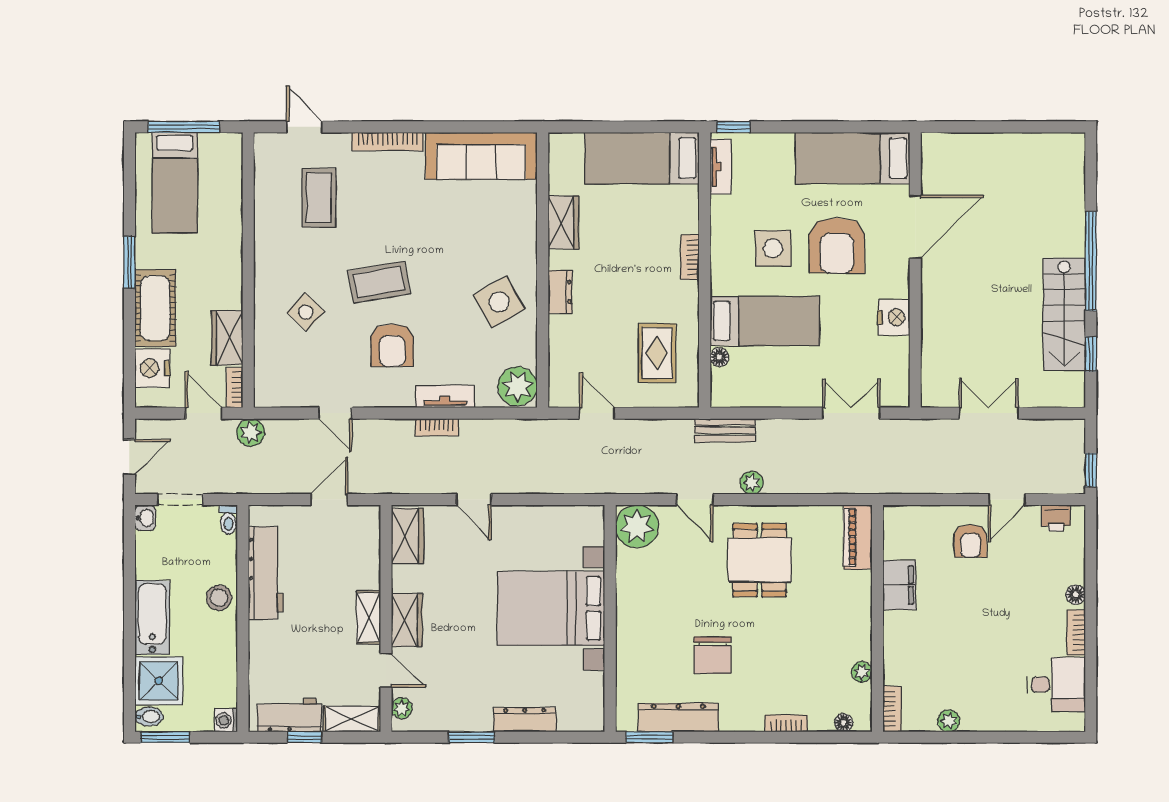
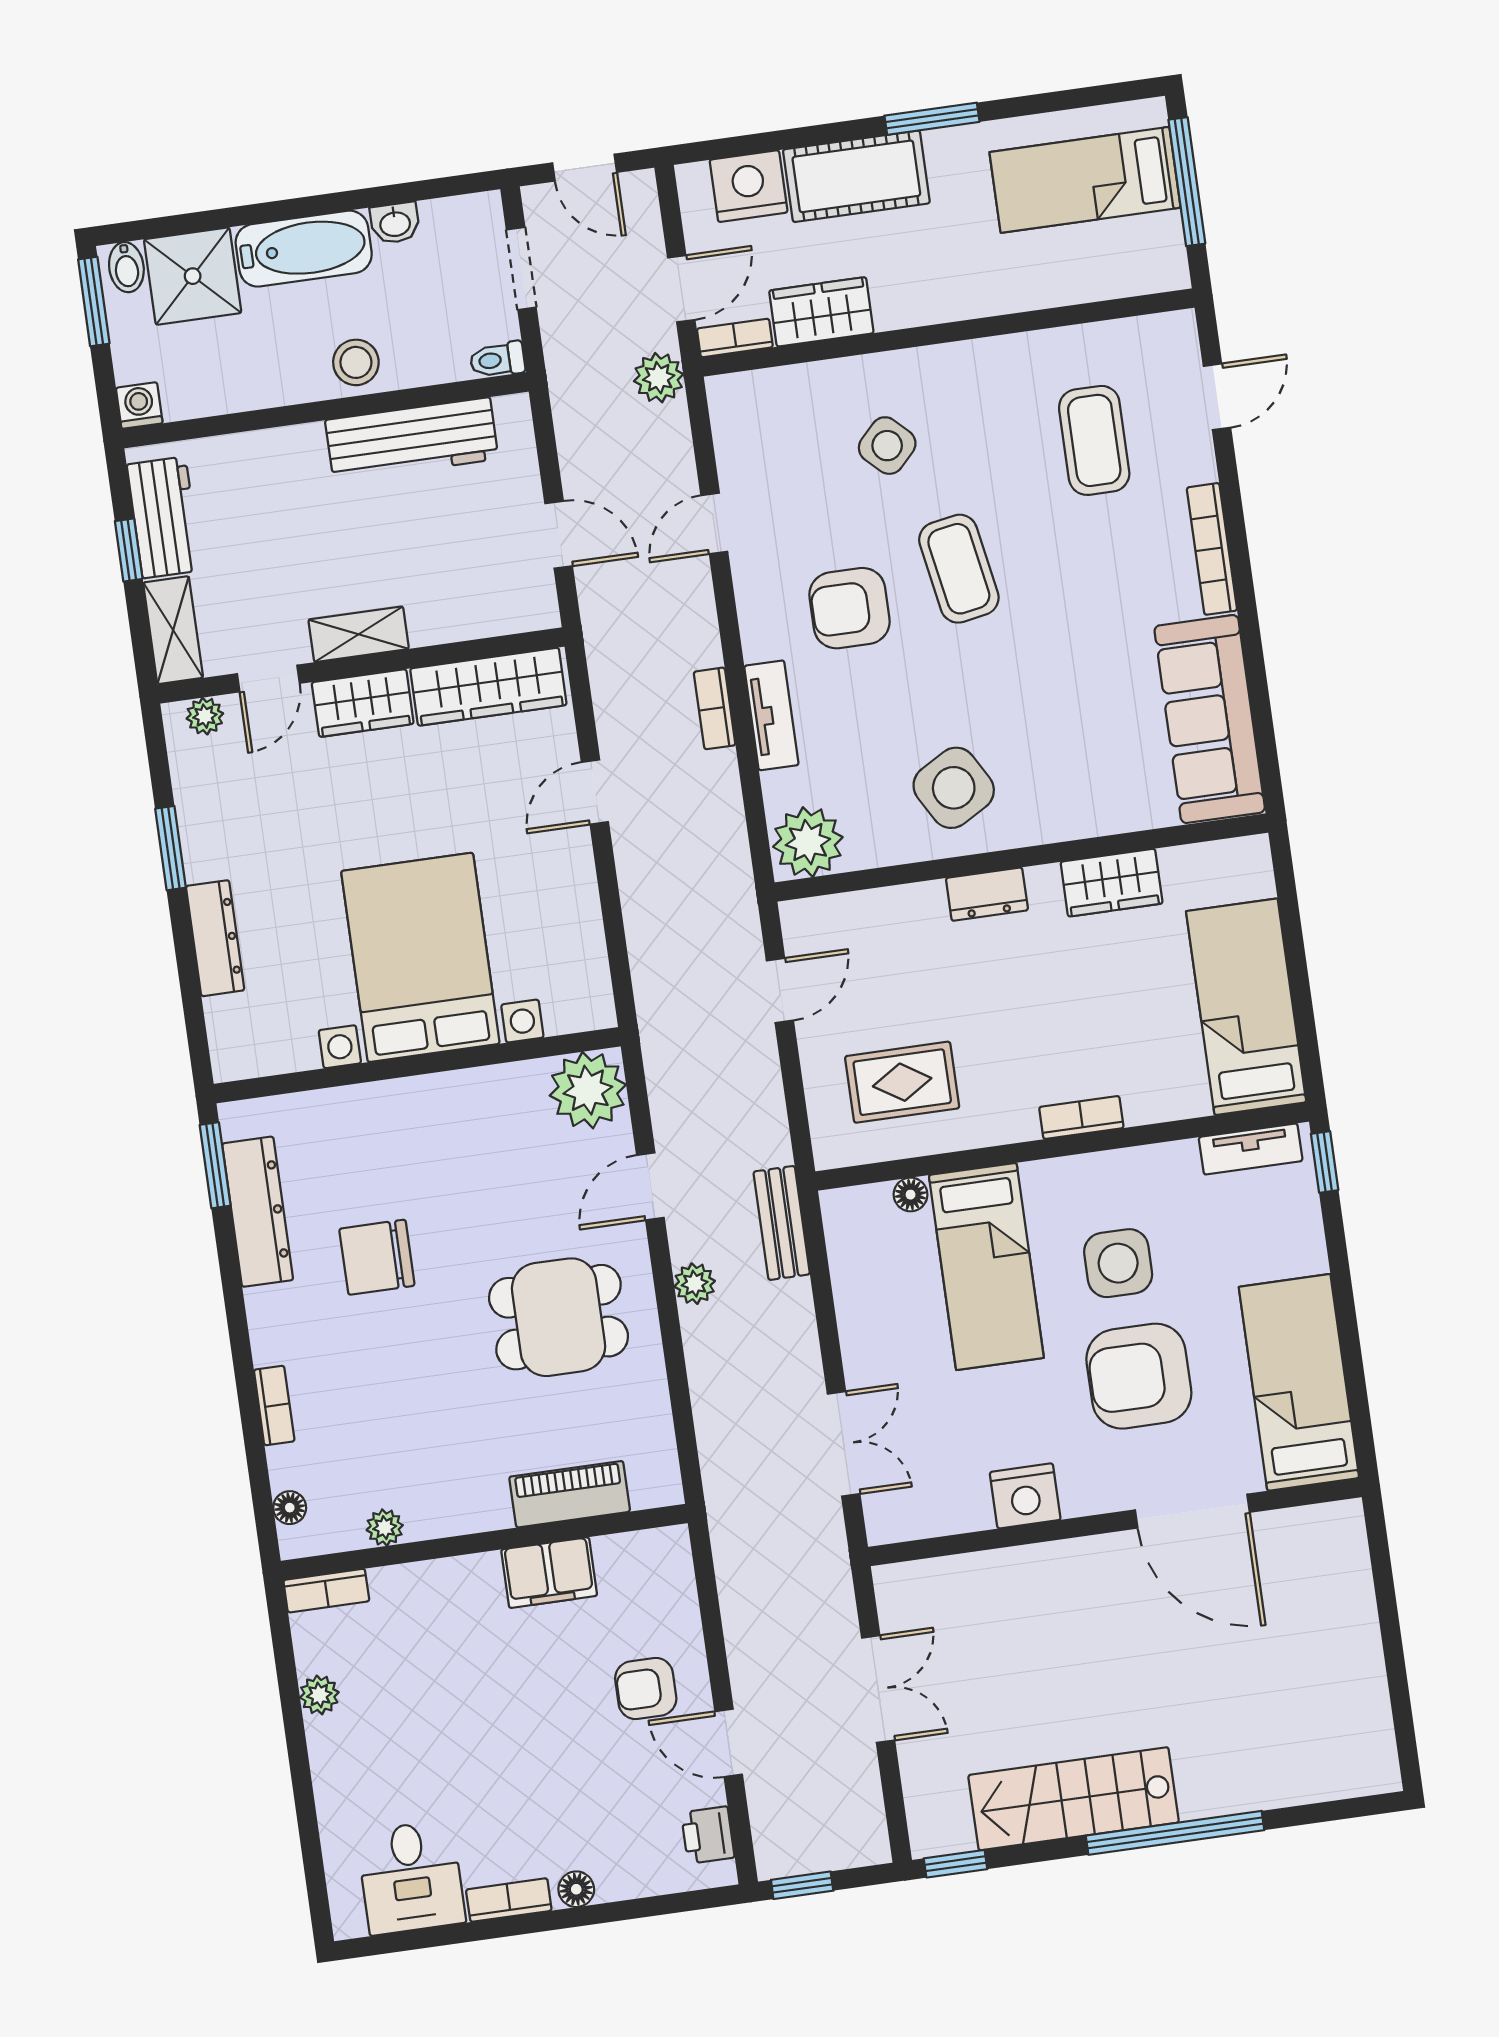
coffee table: (319, 198) -> (1094, 440), turned 90
window: (1091, 354) -> (956, 1864), moved
washbasin: (145, 518) -> (395, 223), moved
wardrobe: (408, 536) -> (488, 687), width x1.50
piano: (858, 537) -> (570, 1494), moved

